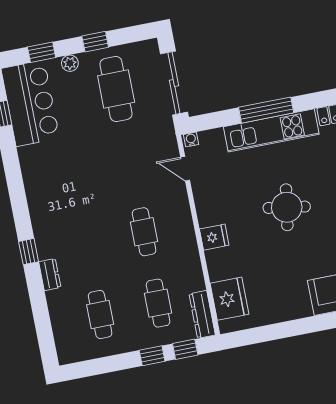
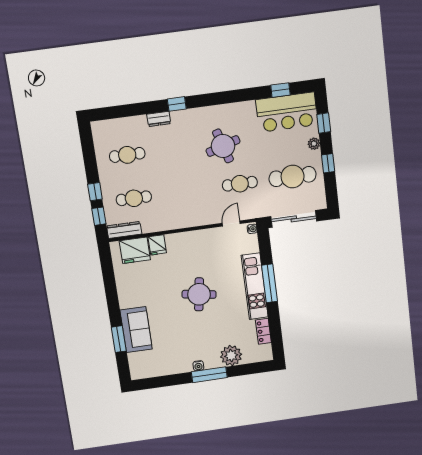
round table: (80, 186) -> (223, 146), added
cafe table: (144, 232) -> (240, 184), moved
fridge: (214, 237) -> (157, 245), moved

